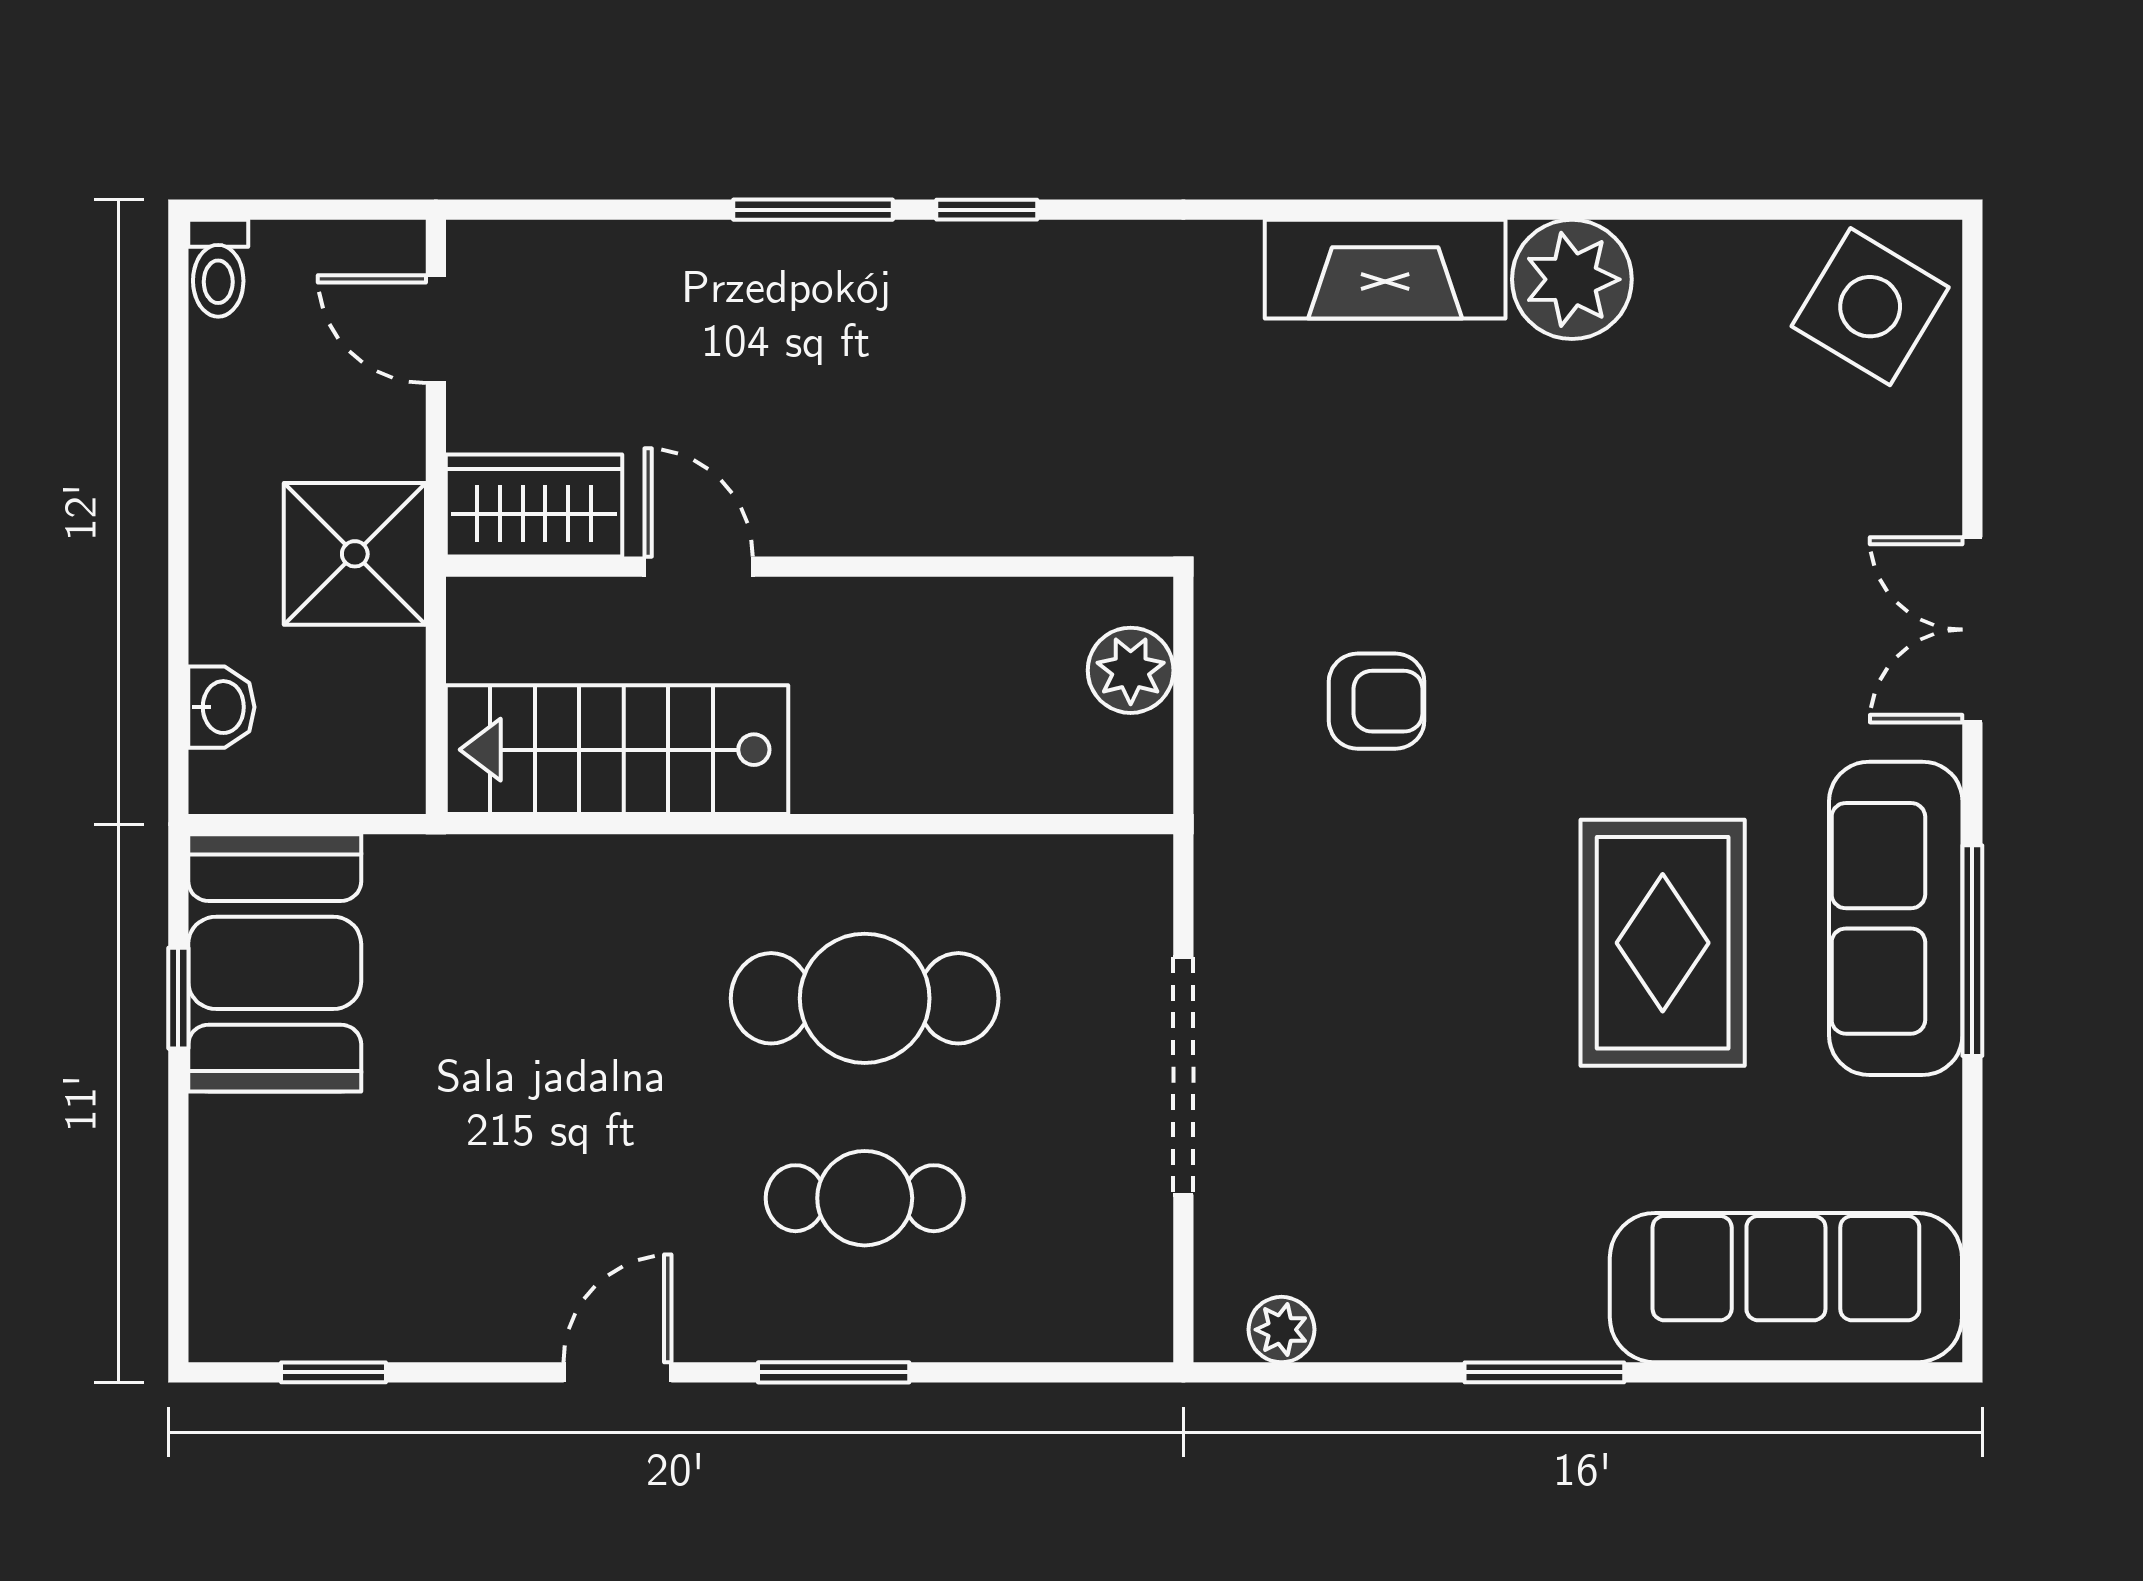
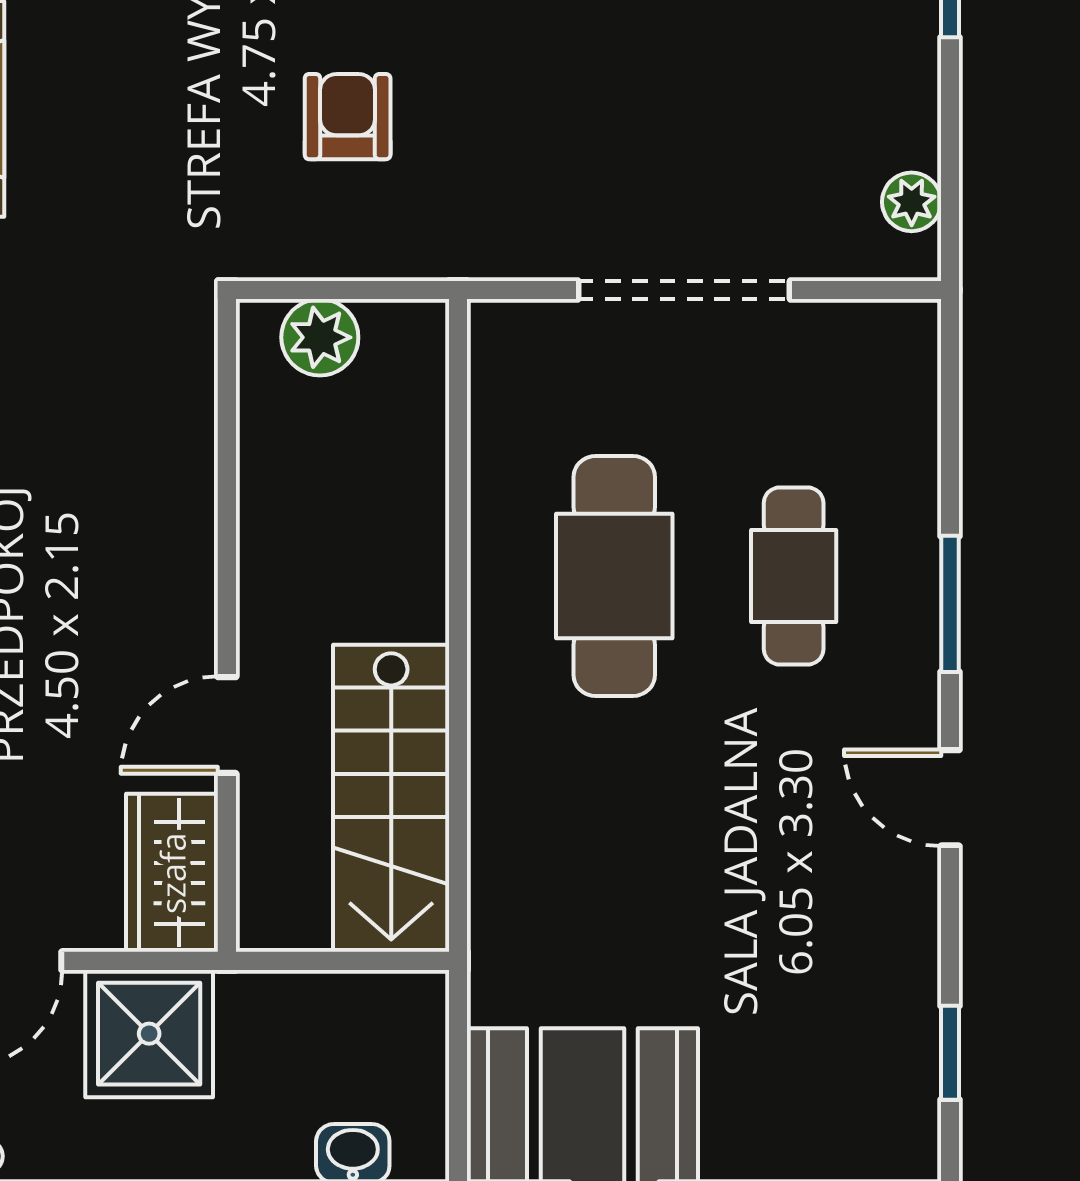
shower: (355, 554) -> (149, 1034), moved

